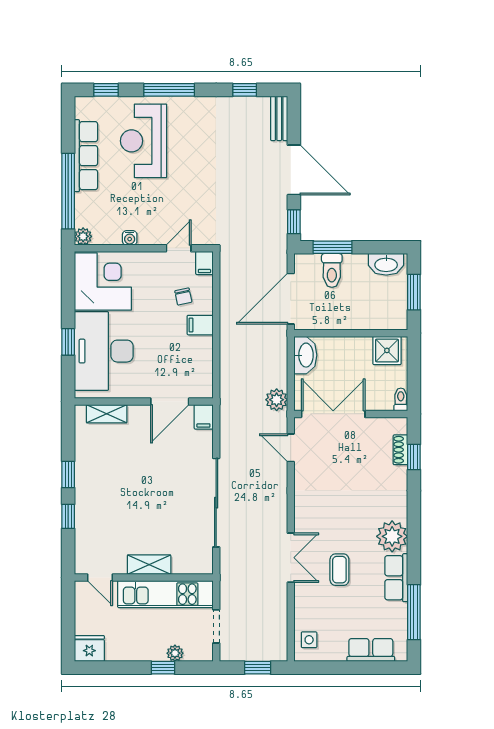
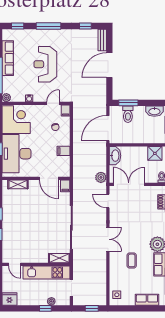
reception desk: (144, 141) -> (45, 64), moved
door: (294, 170) -> (109, 65), swing flipped
window: (294, 222) -> (109, 90), removed
filing cabinet: (200, 325) -> (64, 151), moved
door: (170, 402) -> (49, 178), hinge flipped
double door: (291, 558) -> (108, 239), moved
shelving: (149, 565) -> (59, 258), moved

